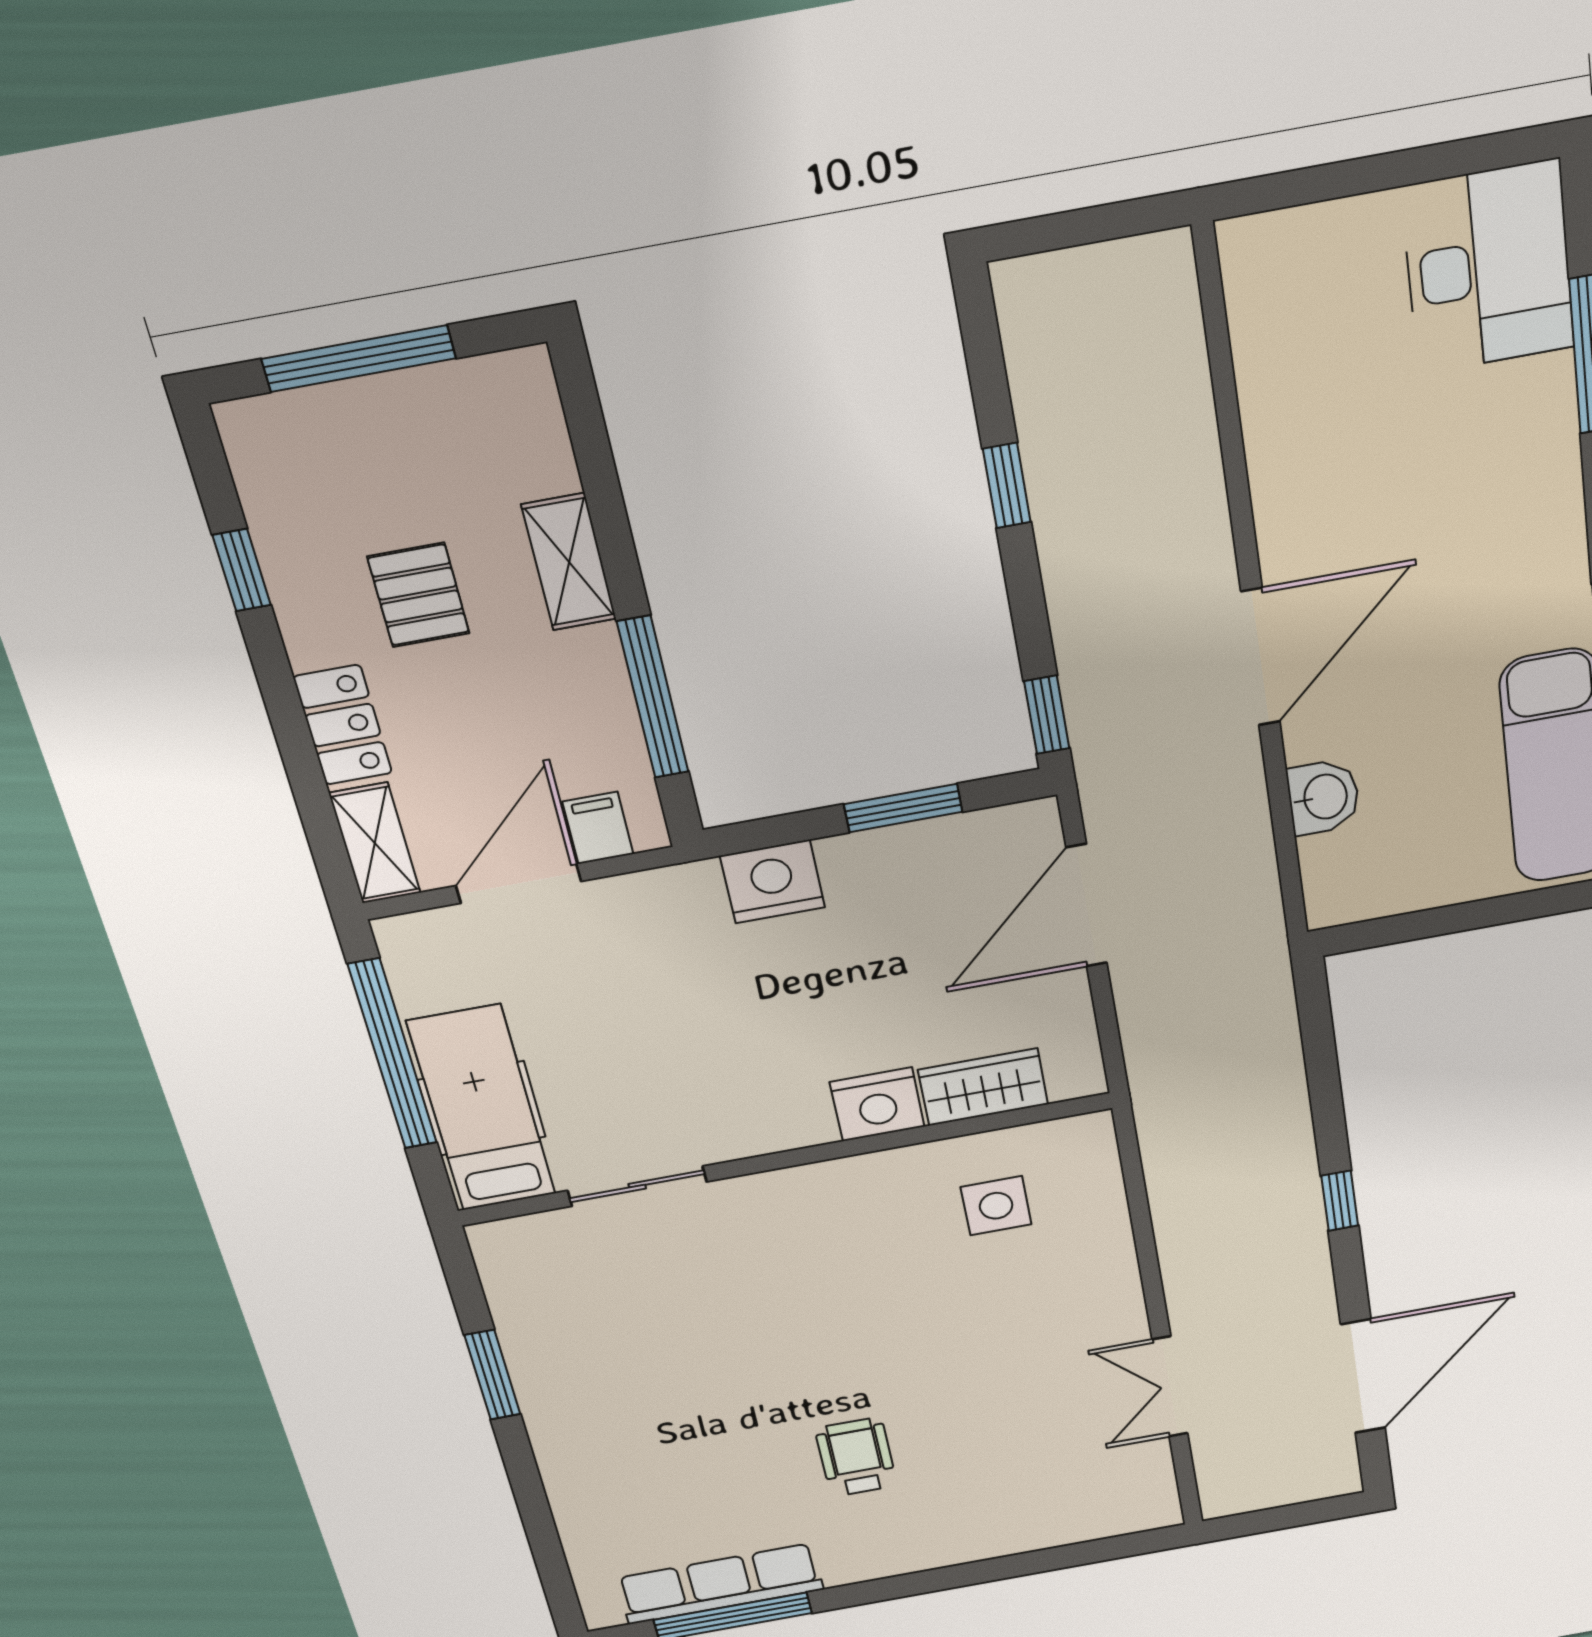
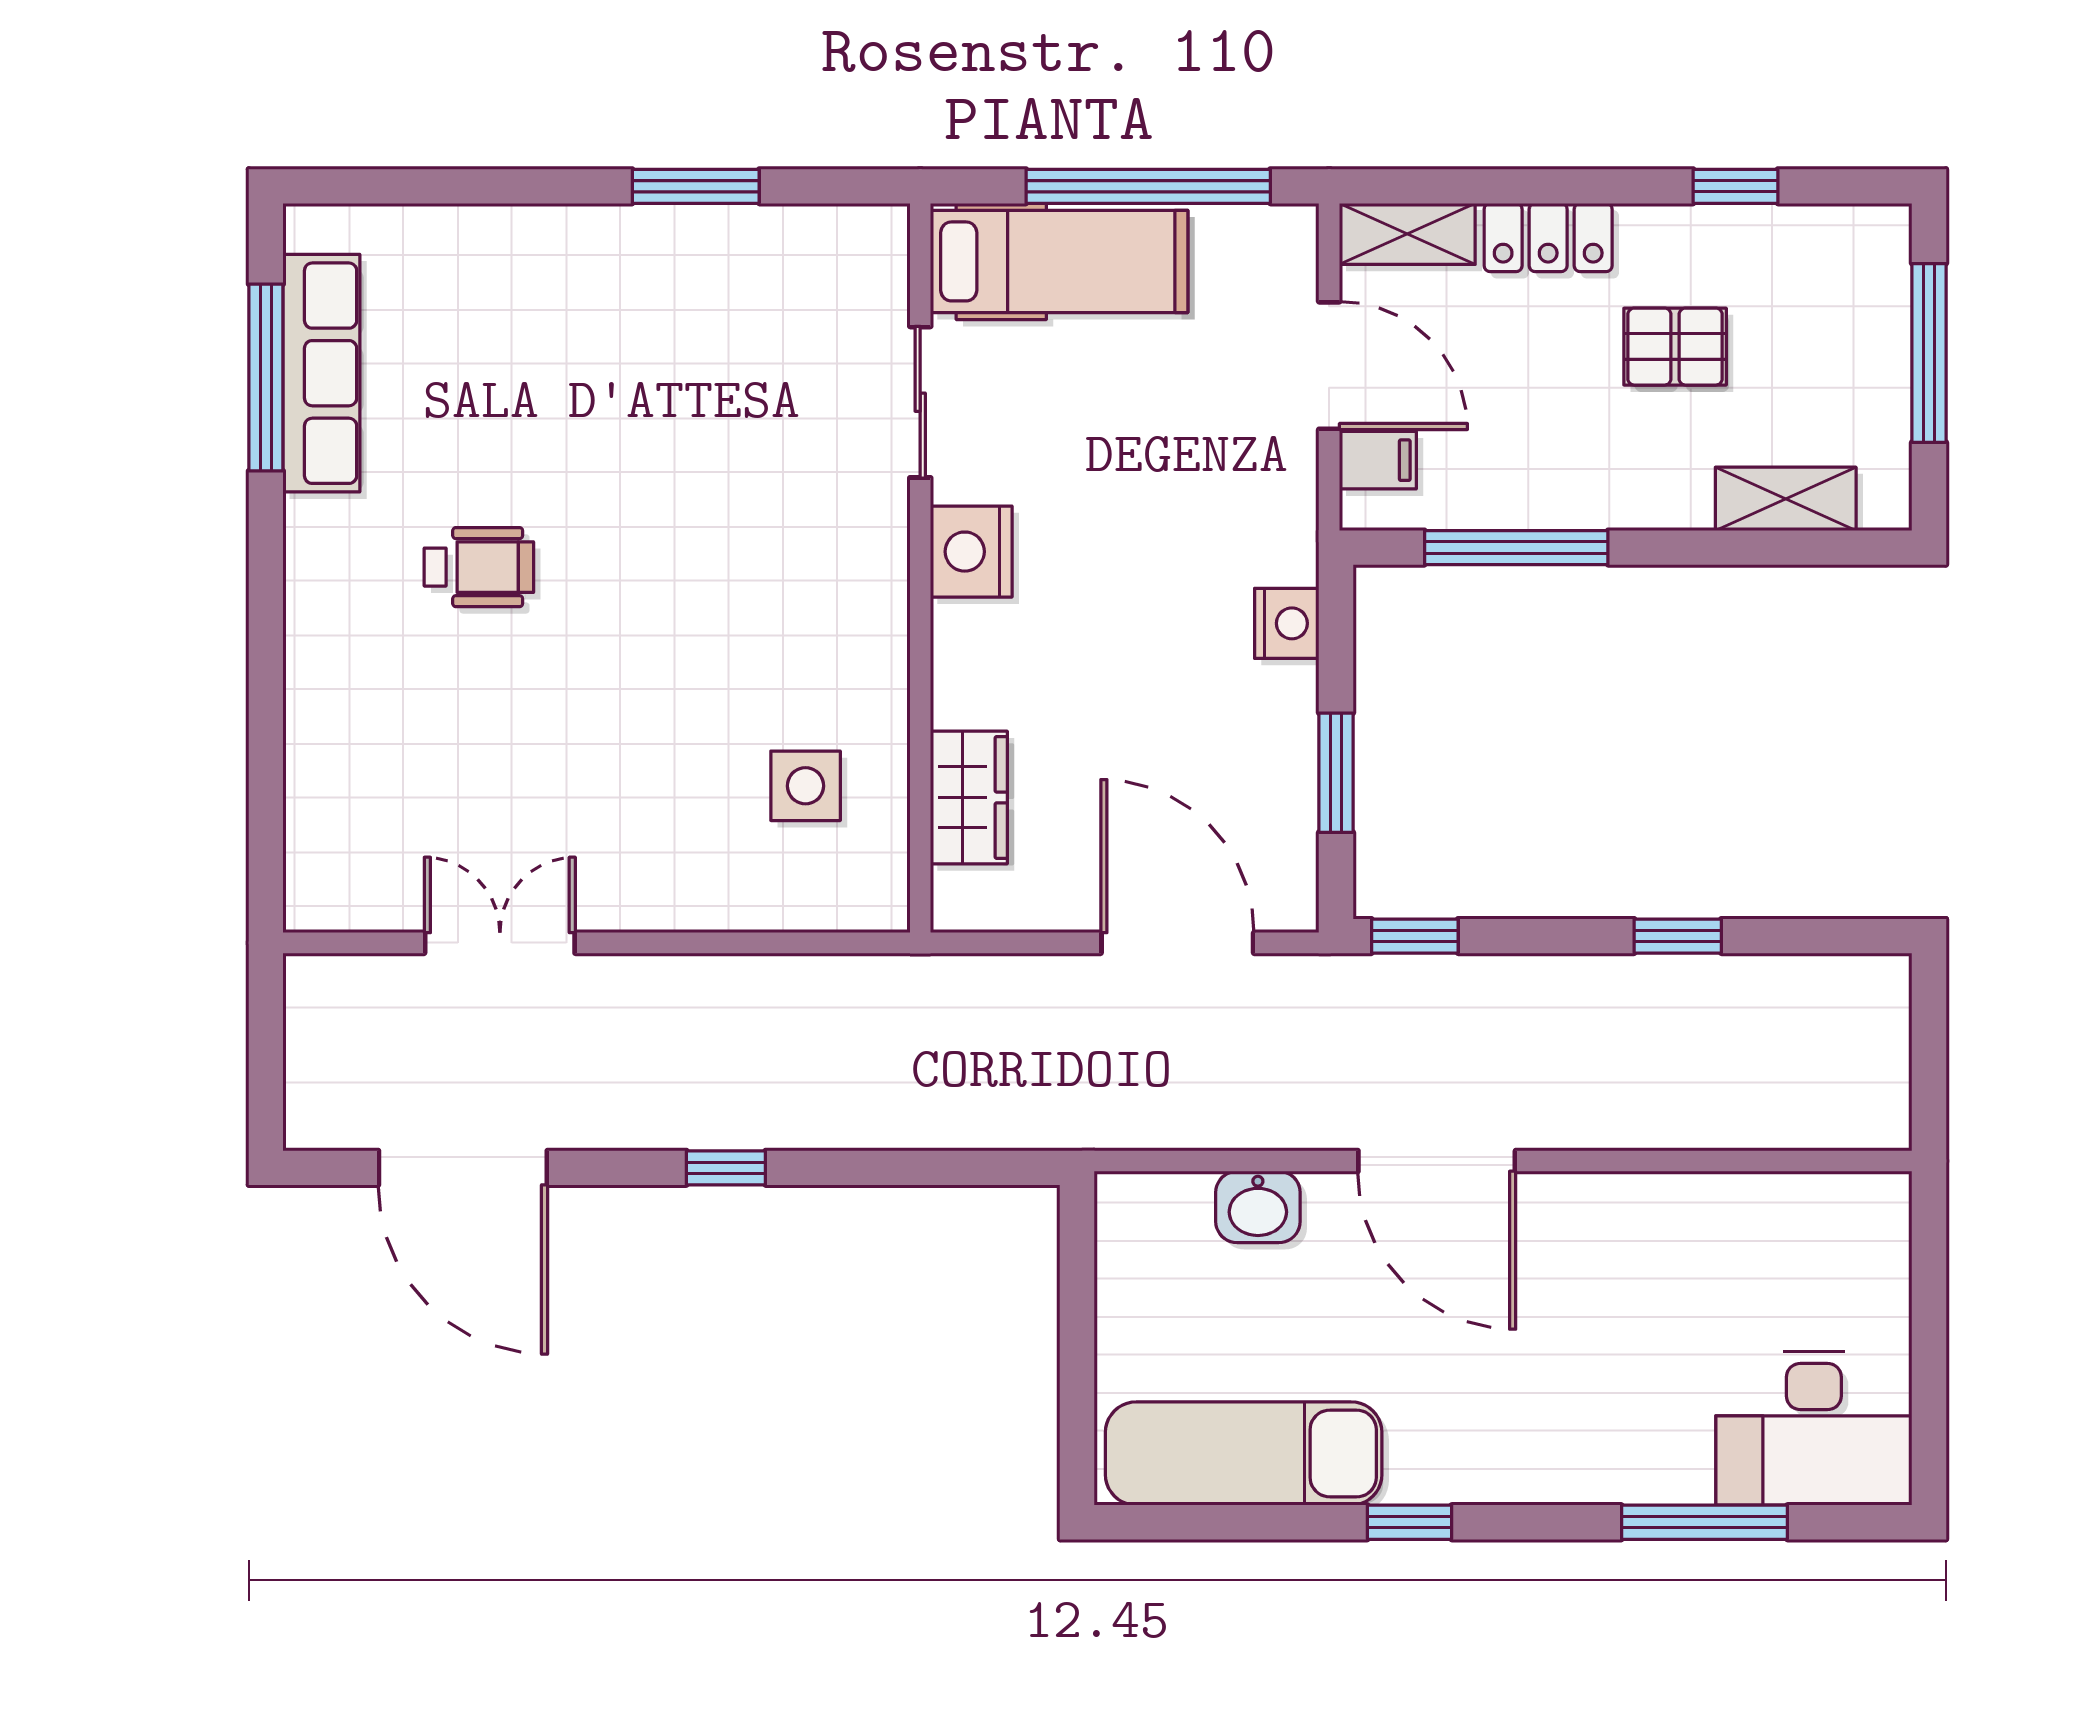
shelving: (569, 562) -> (1786, 499), moved
nightstand: (773, 882) -> (1287, 623), width x0.74, depth x0.75
nightstand: (877, 1104) -> (971, 552), moved

